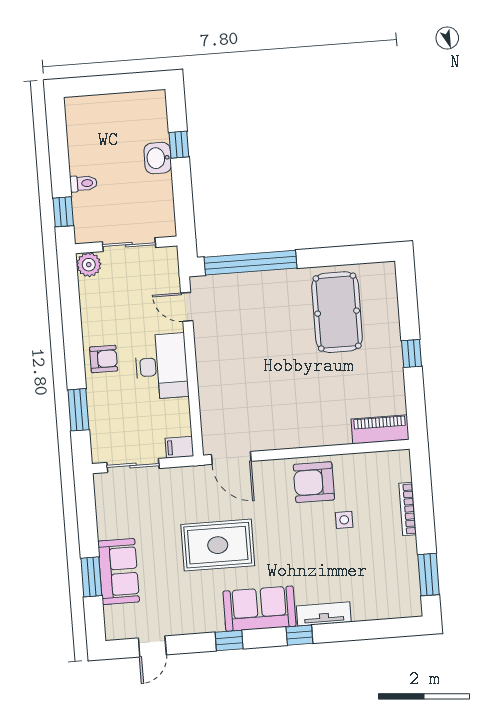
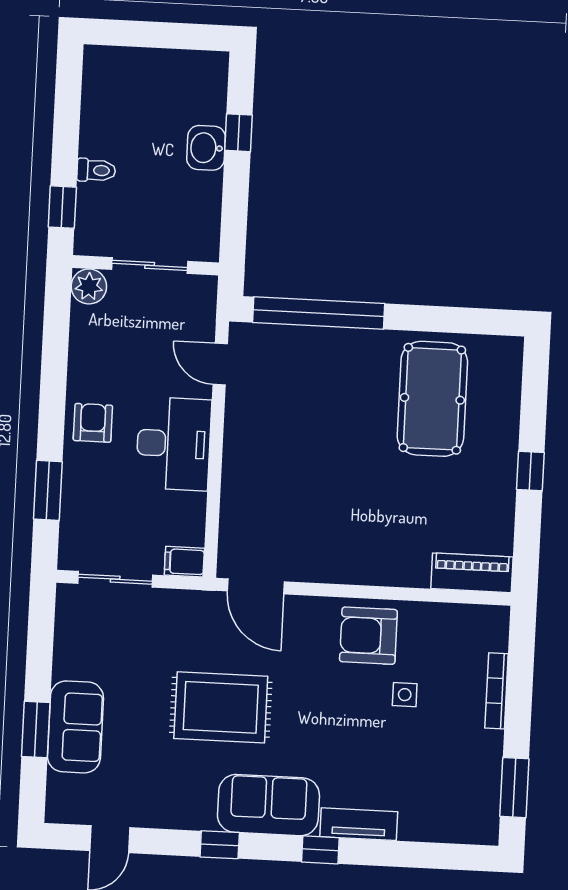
armchair: (104, 359) -> (93, 423), turned -90

